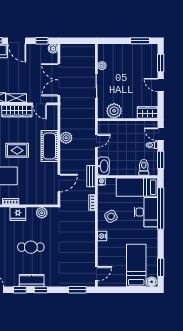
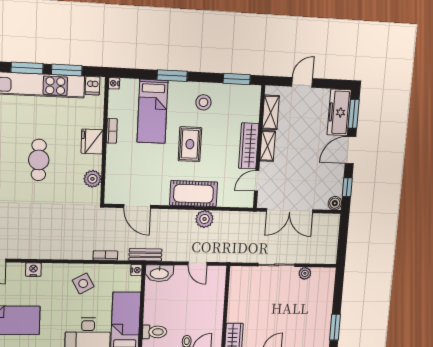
double door: (59, 80) -> (290, 211), swing flipped
plant: (114, 111) -> (239, 290), removed
nightstand: (102, 236) -> (33, 270), moved

